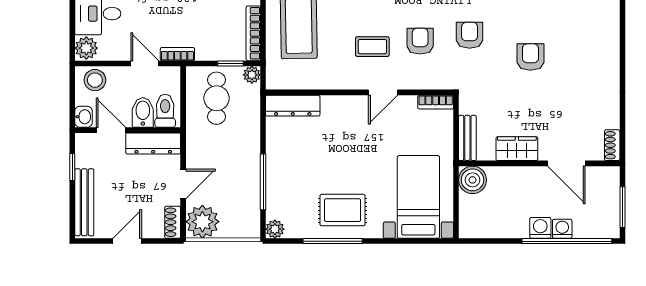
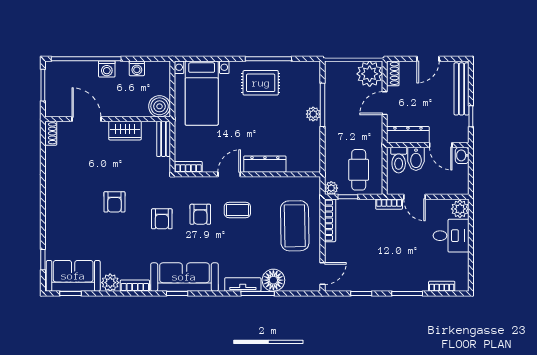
stool: (95, 80) -> (453, 184), removed
dresser: (293, 106) -> (265, 164), moved
plant: (275, 229) -> (313, 114), moved
washing machine: (562, 229) -> (137, 68), moved

